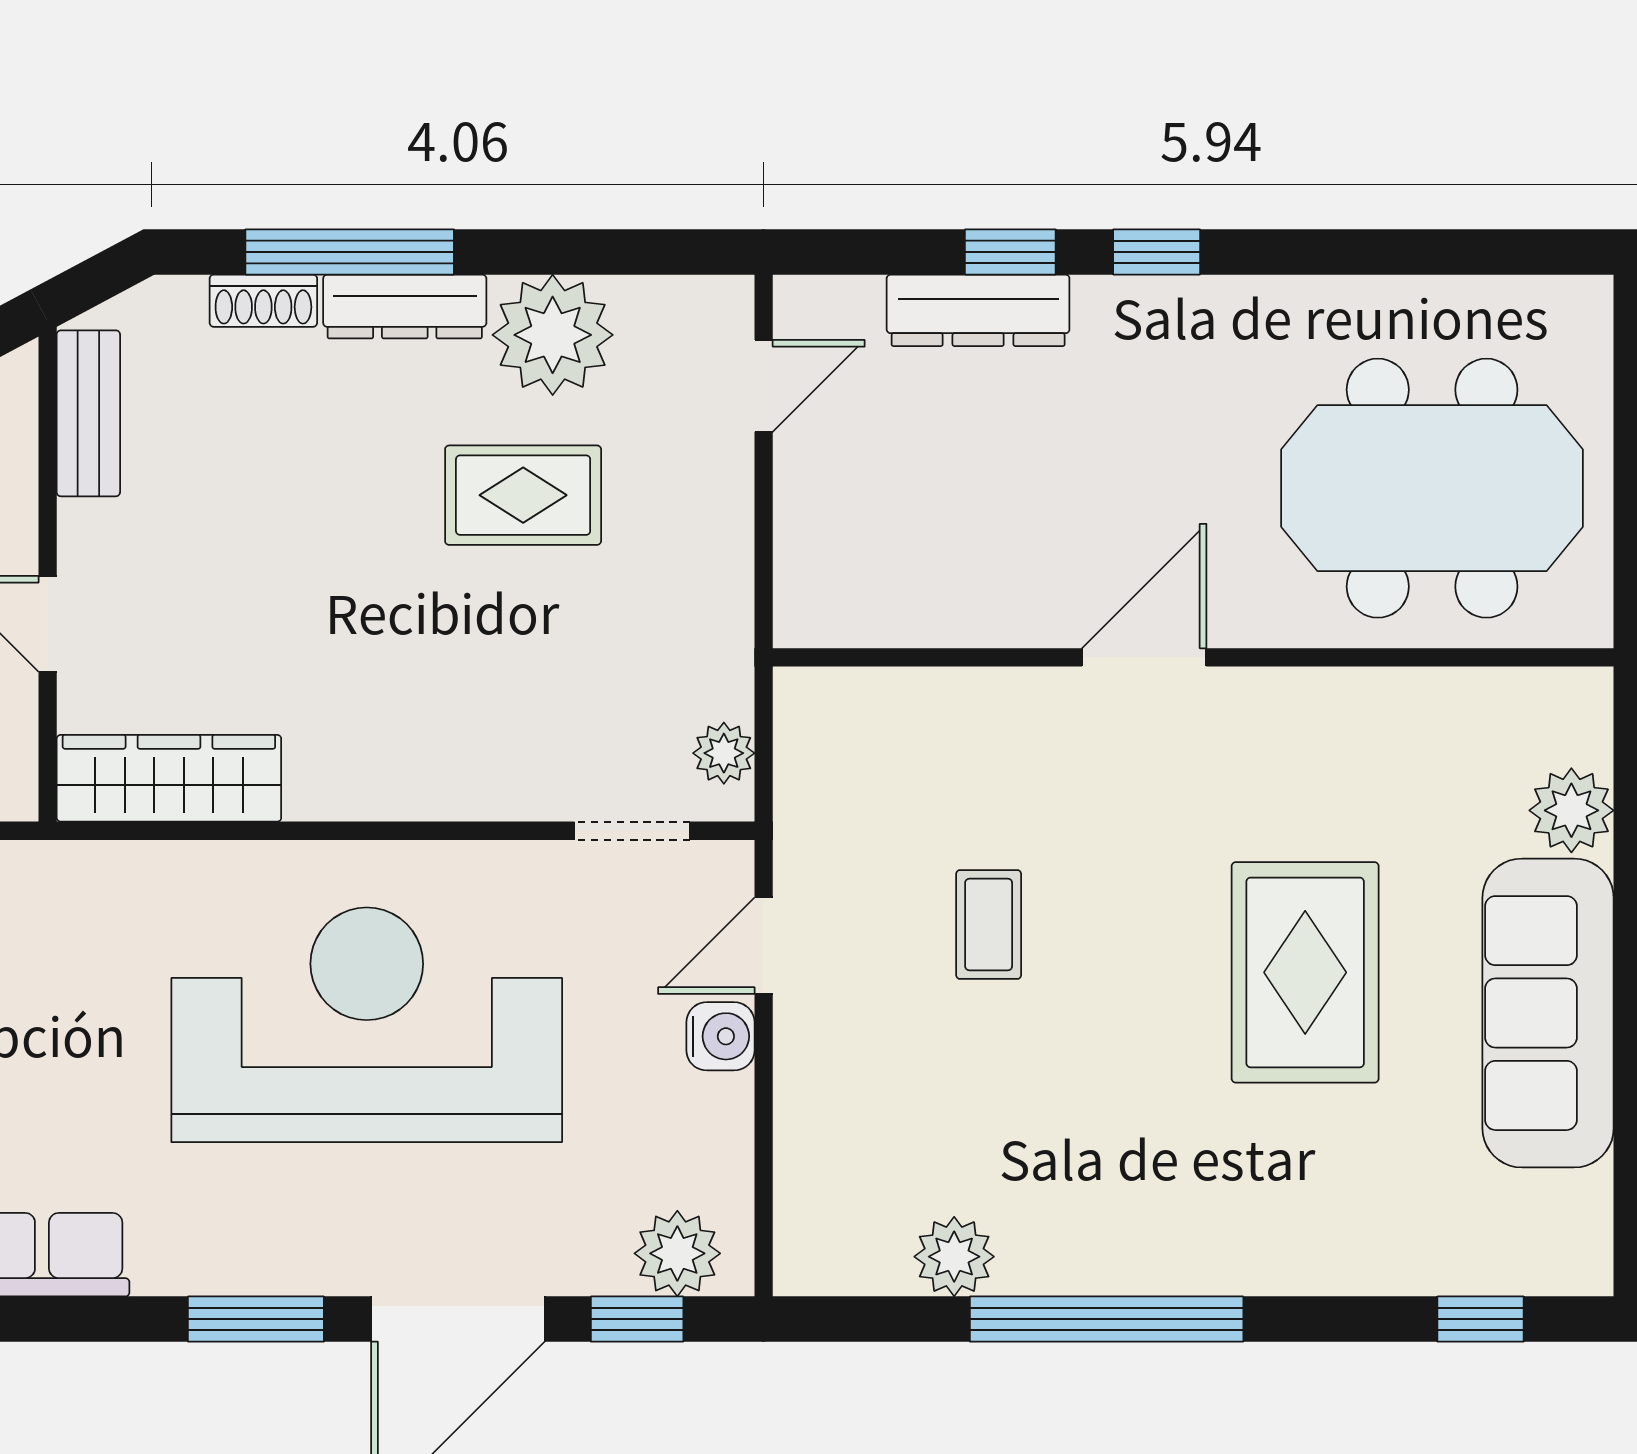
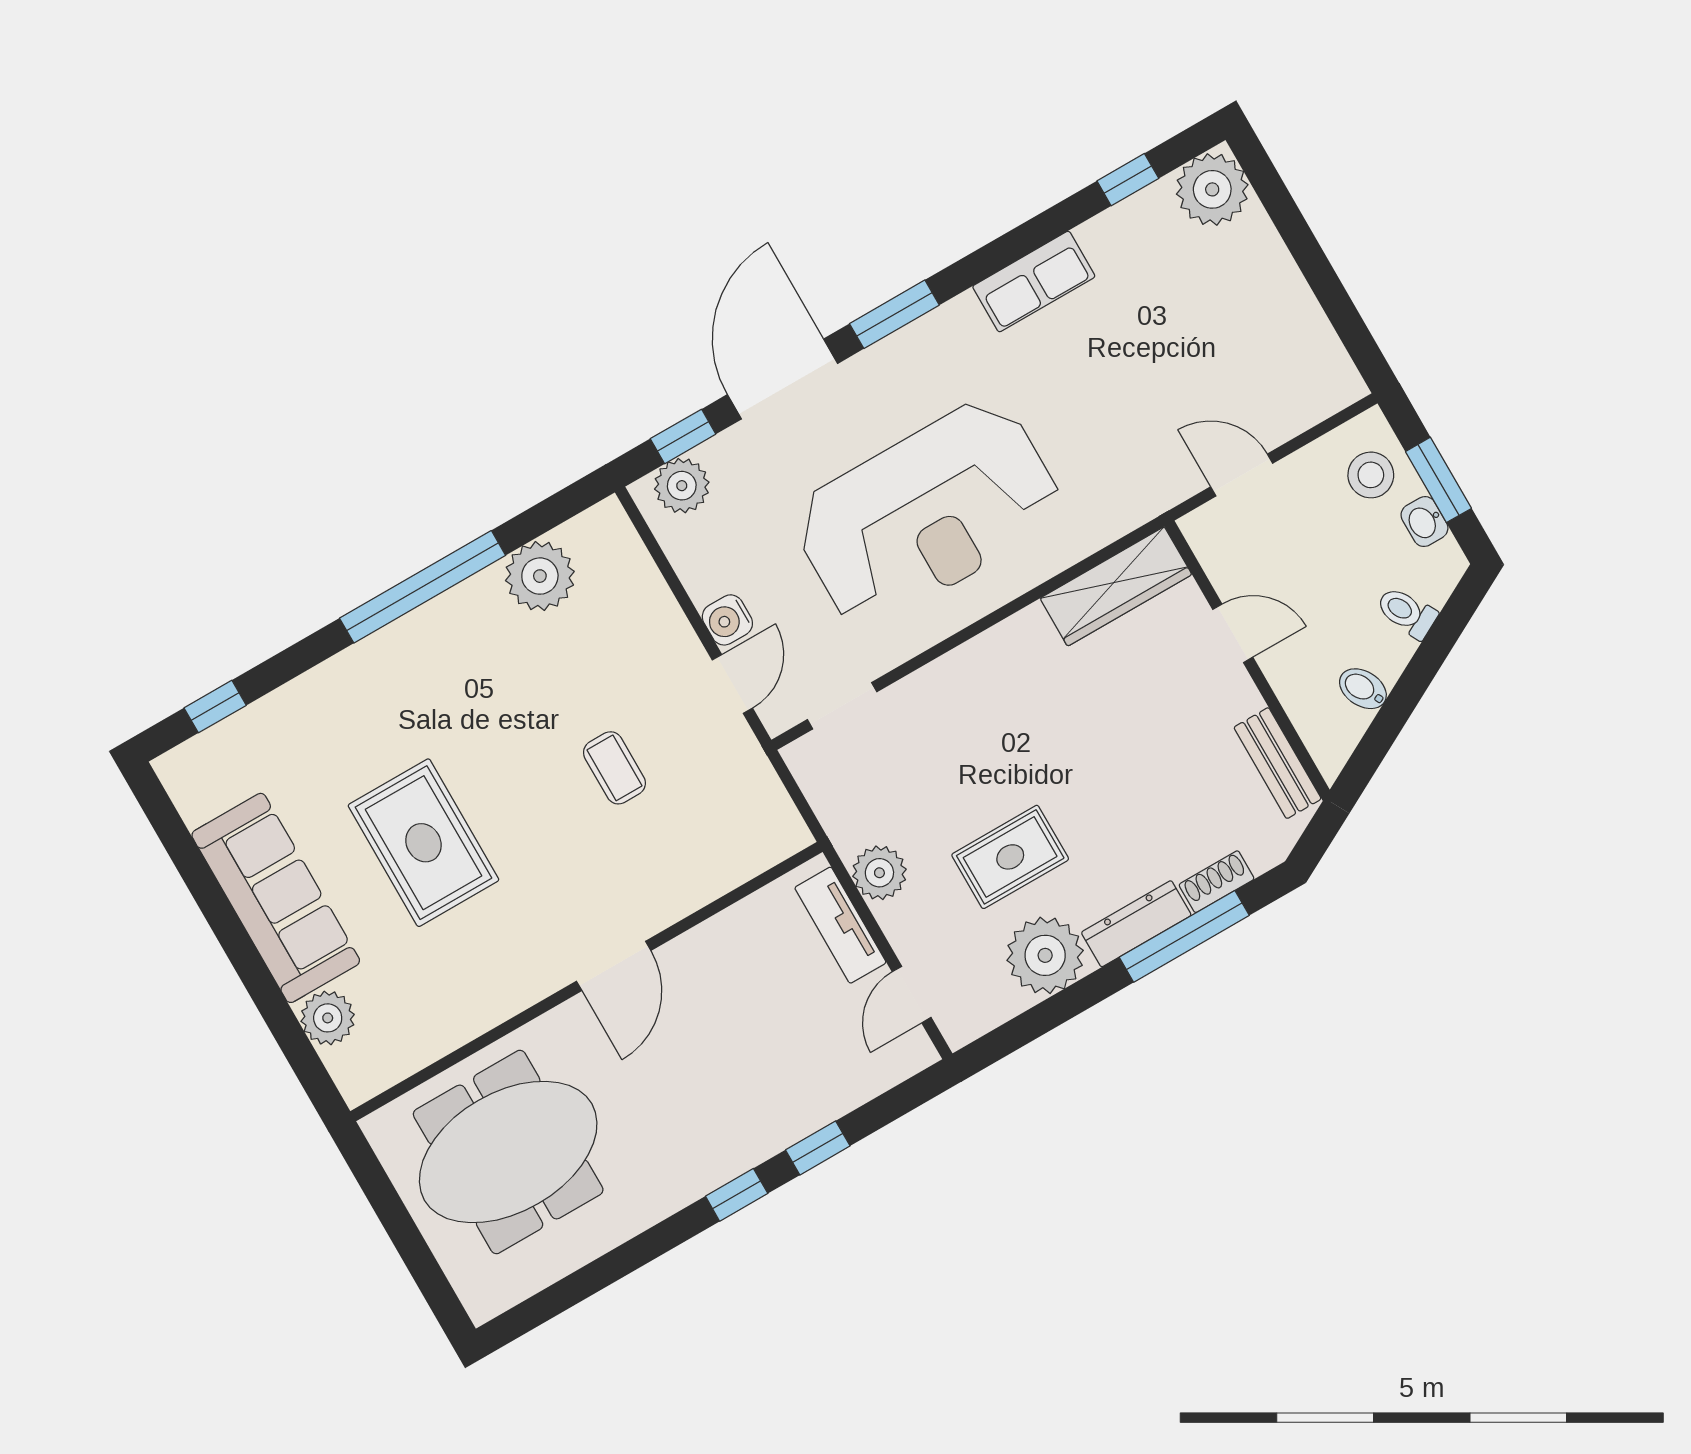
dresser: (978, 310) -> (817, 1105), removed
tv unit: (806, 536) -> (840, 925), added
plant: (724, 753) -> (879, 873), moved, width x1.38, depth x1.38
plant: (954, 1257) -> (540, 576), width x1.36, depth x1.36

